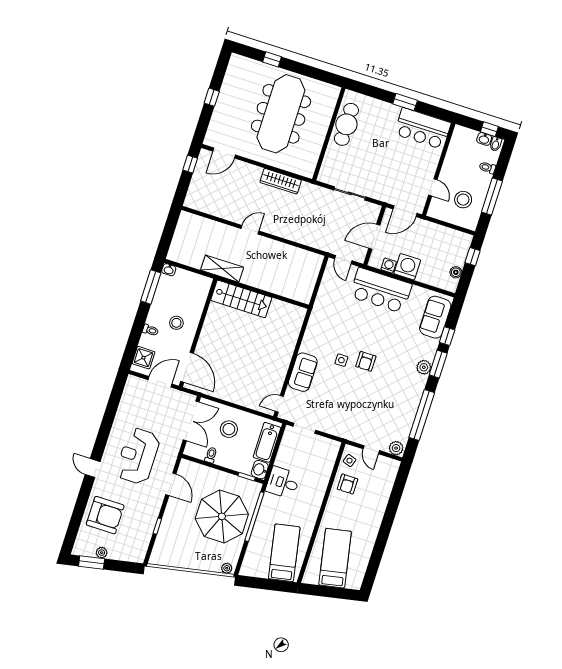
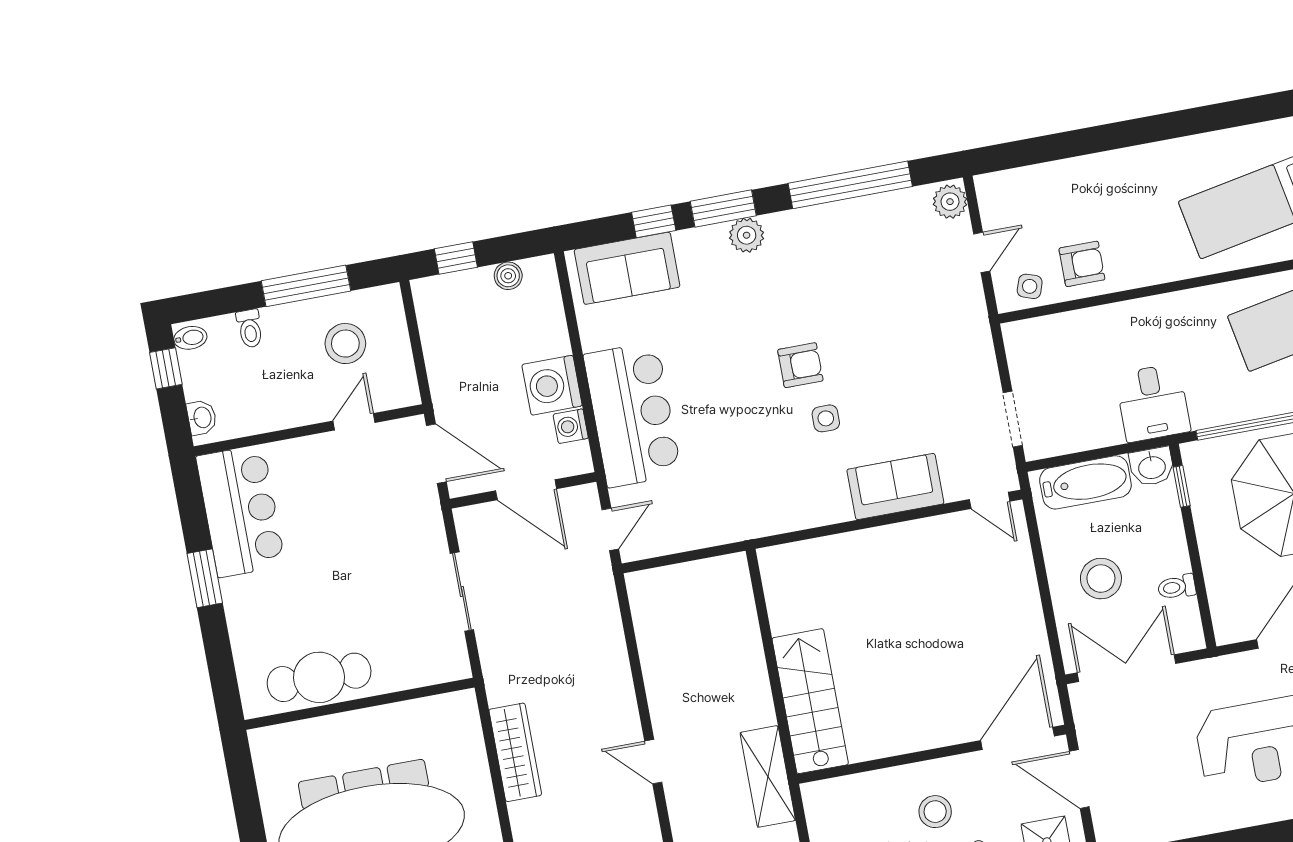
washbasin: (484, 139) -> (202, 418), moved

